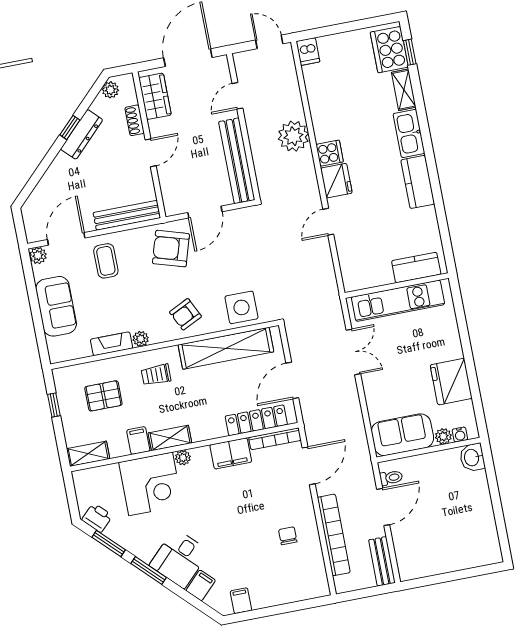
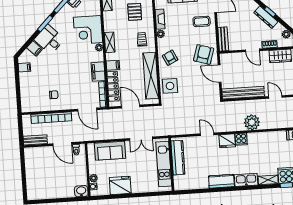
bench: (127, 215) -> (223, 39), width x0.73
kitchen counter: (416, 268) -> (178, 158), moved, width x1.50
sofa: (402, 435) -> (110, 151), moved, turned 90
filing cabinet: (138, 441) -> (113, 65), moved

